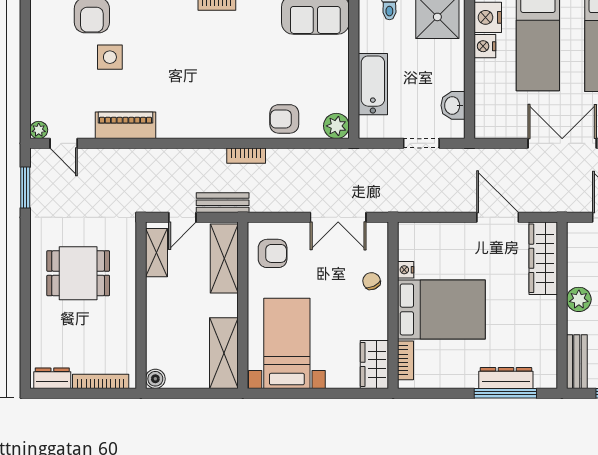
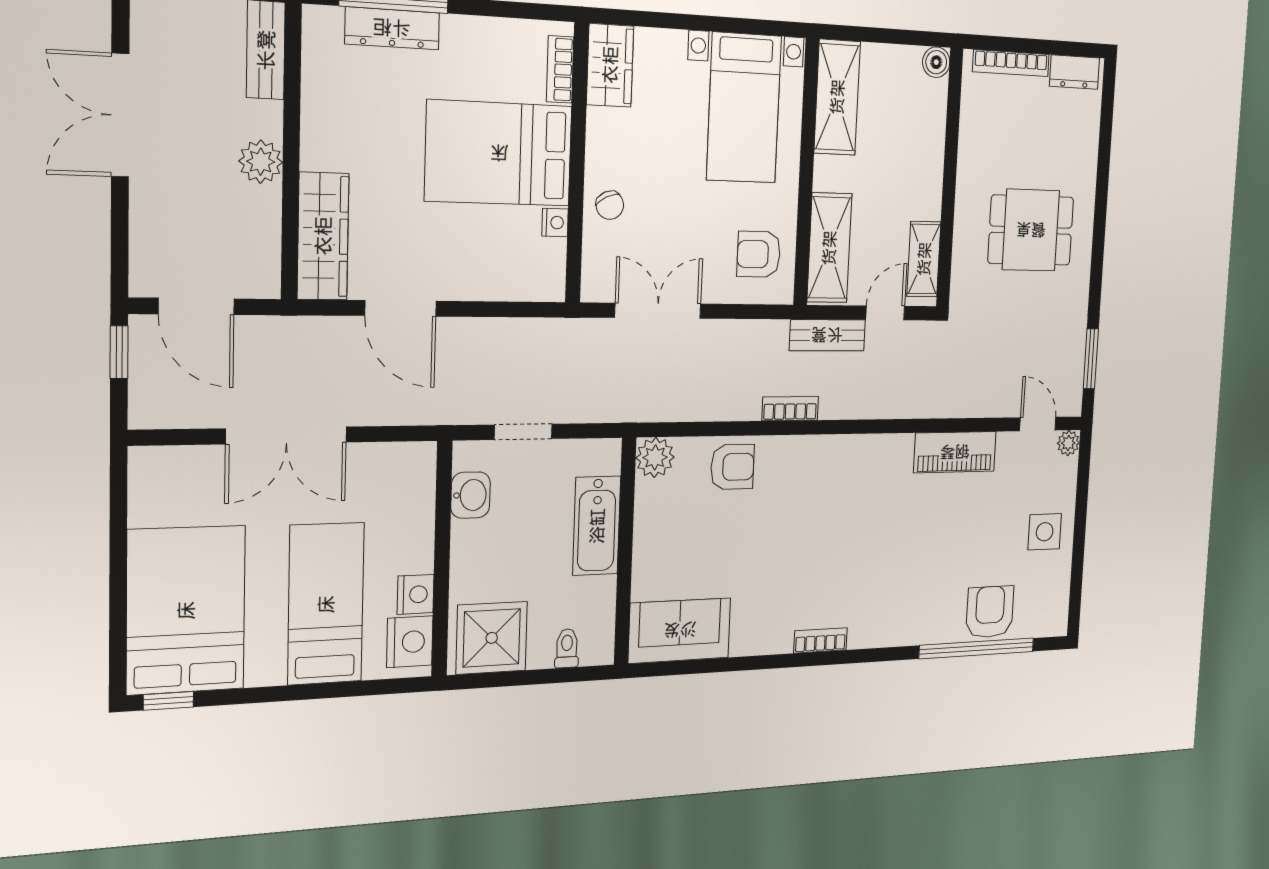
side table: (110, 57) -> (1045, 532), moved

